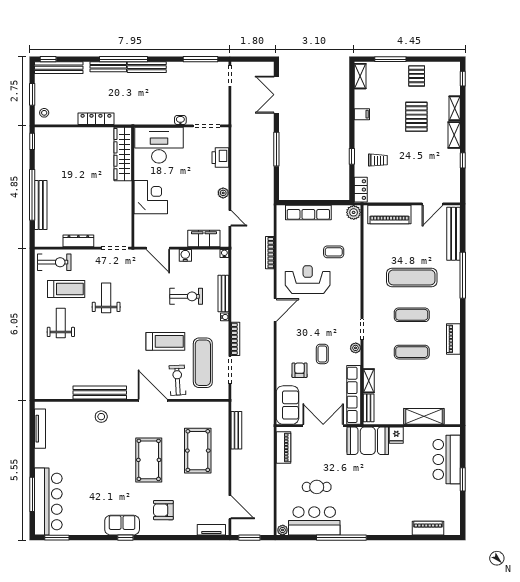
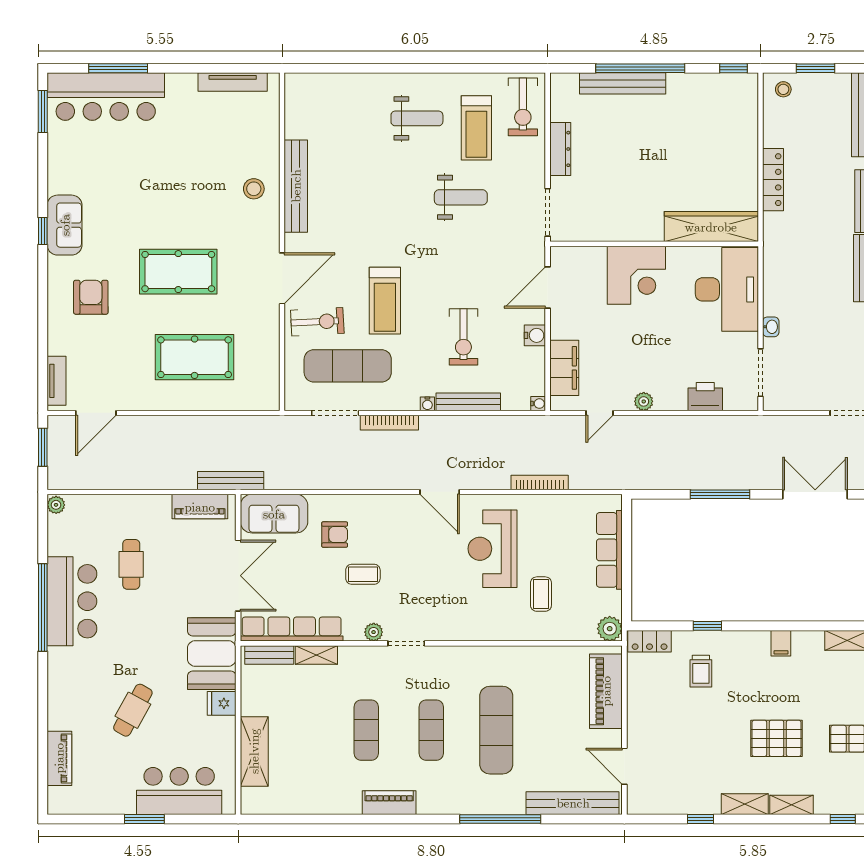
reception desk: (308, 280) -> (493, 549), turned 180
bench: (236, 430) -> (231, 481), moved
cafe table: (400, 486) -> (133, 710), added
bar counter: (314, 521) -> (72, 601), moved

